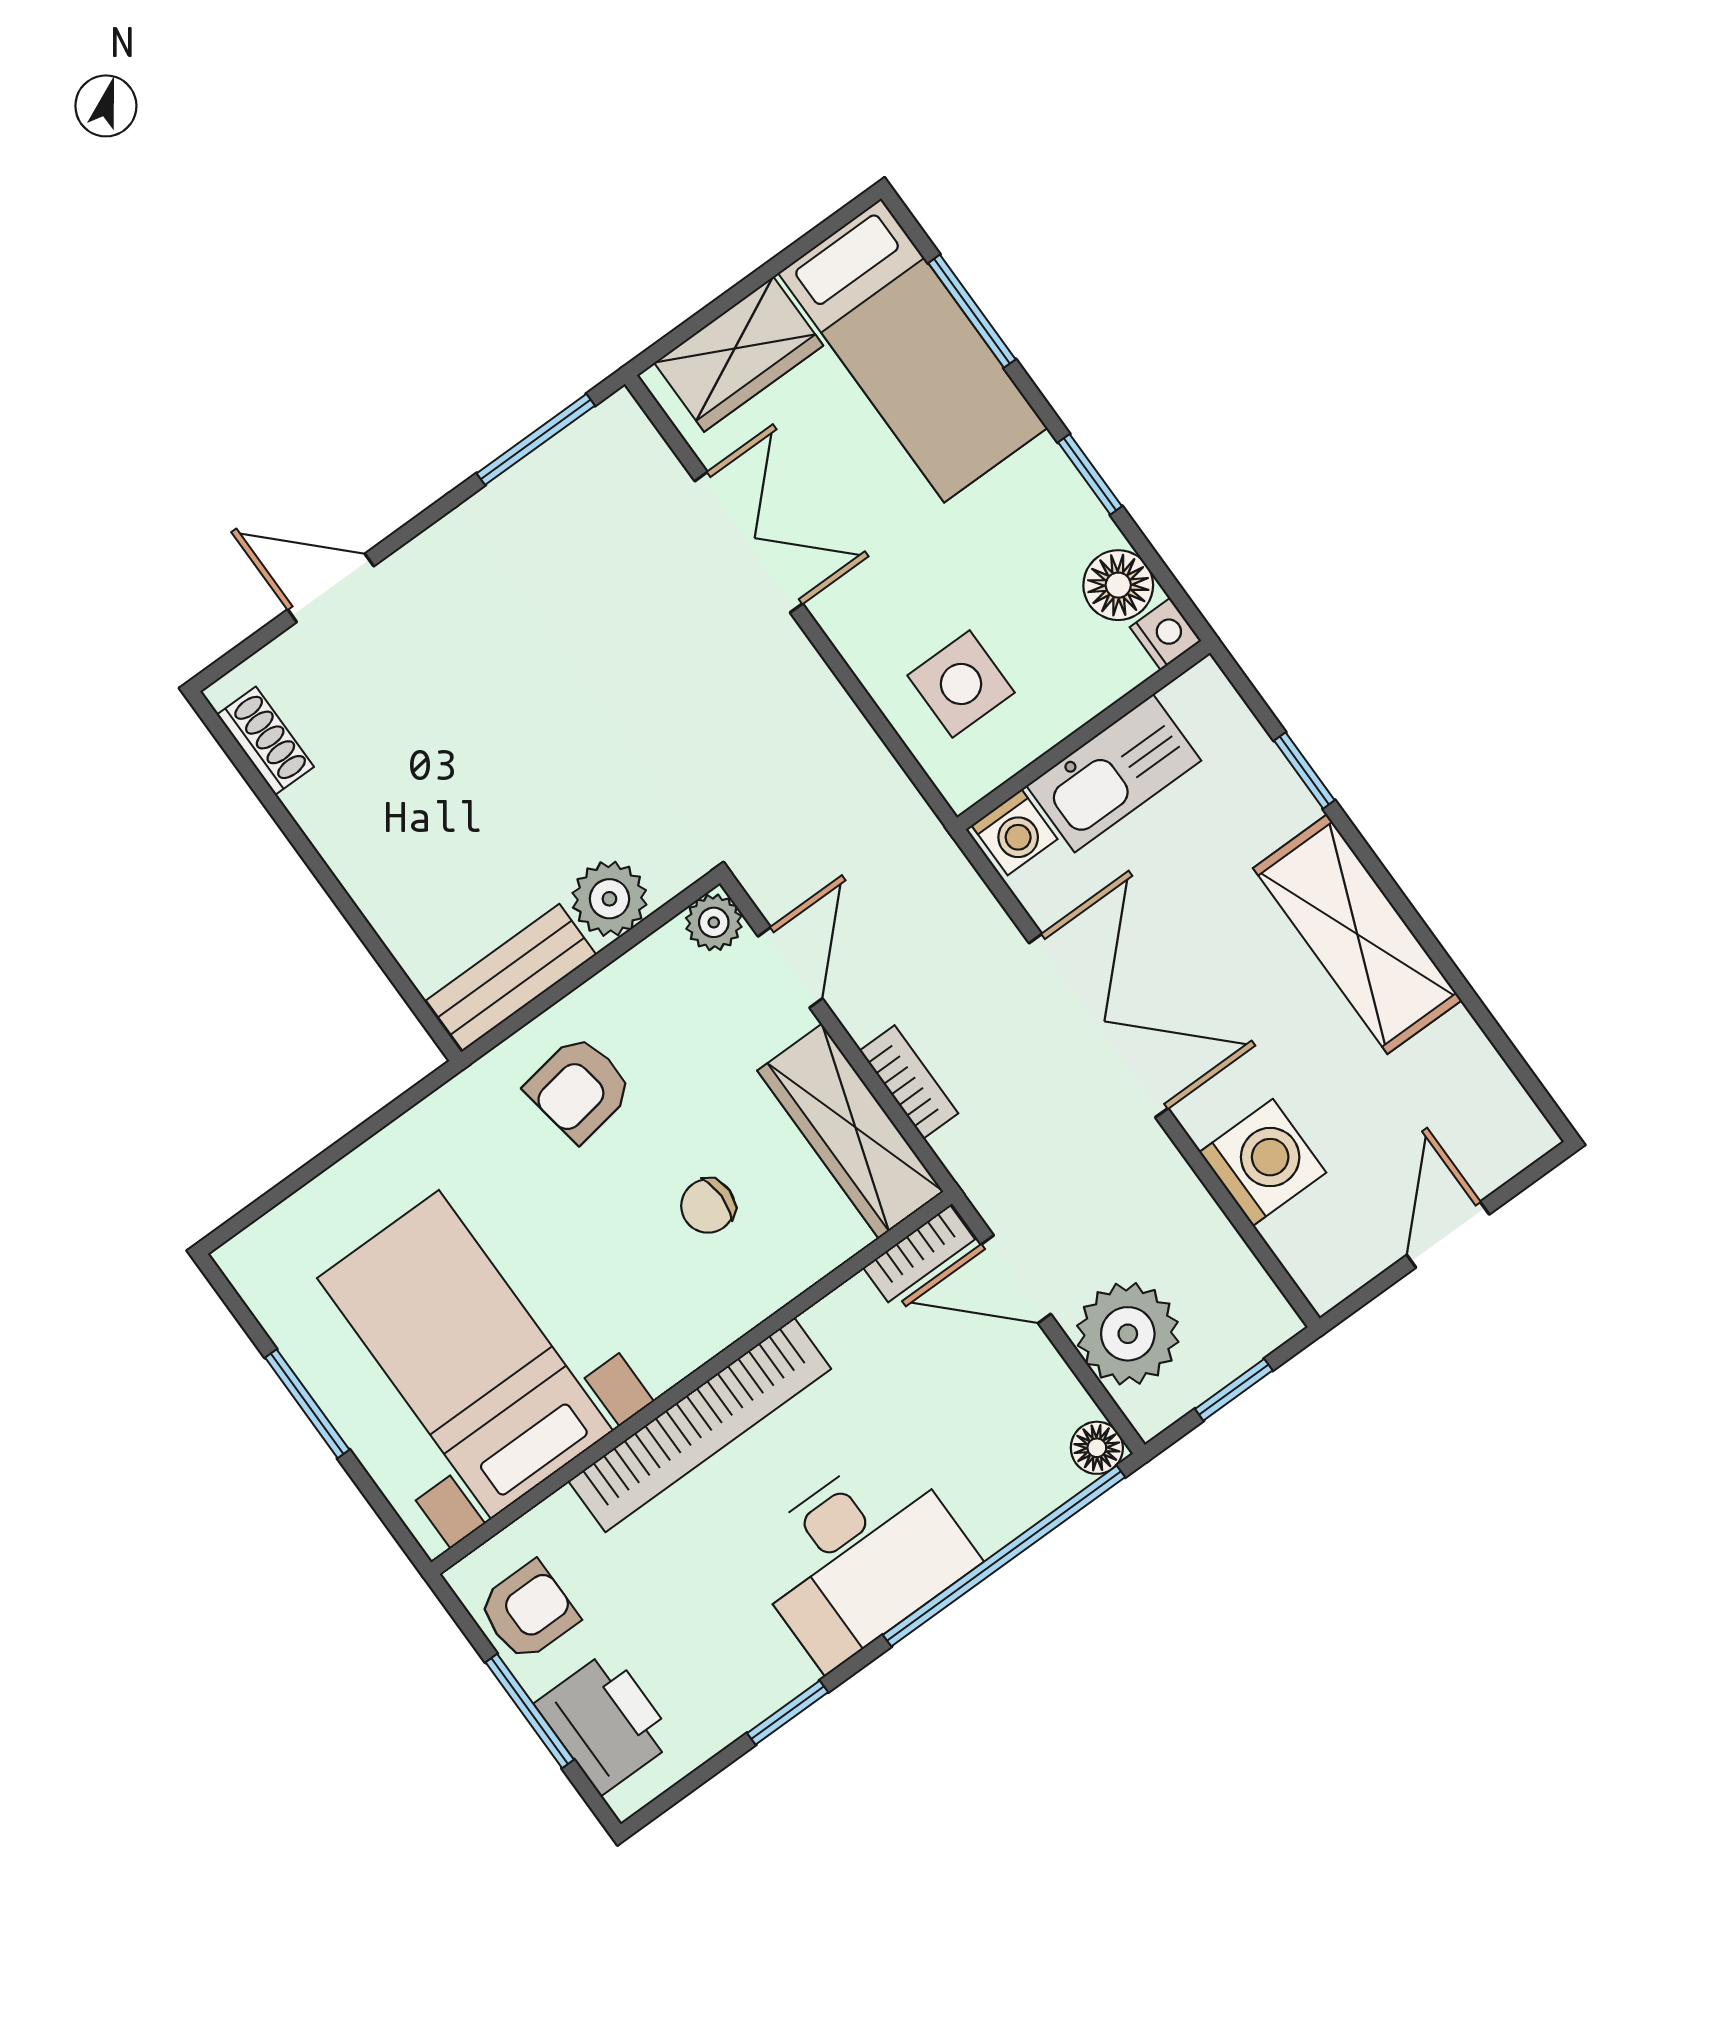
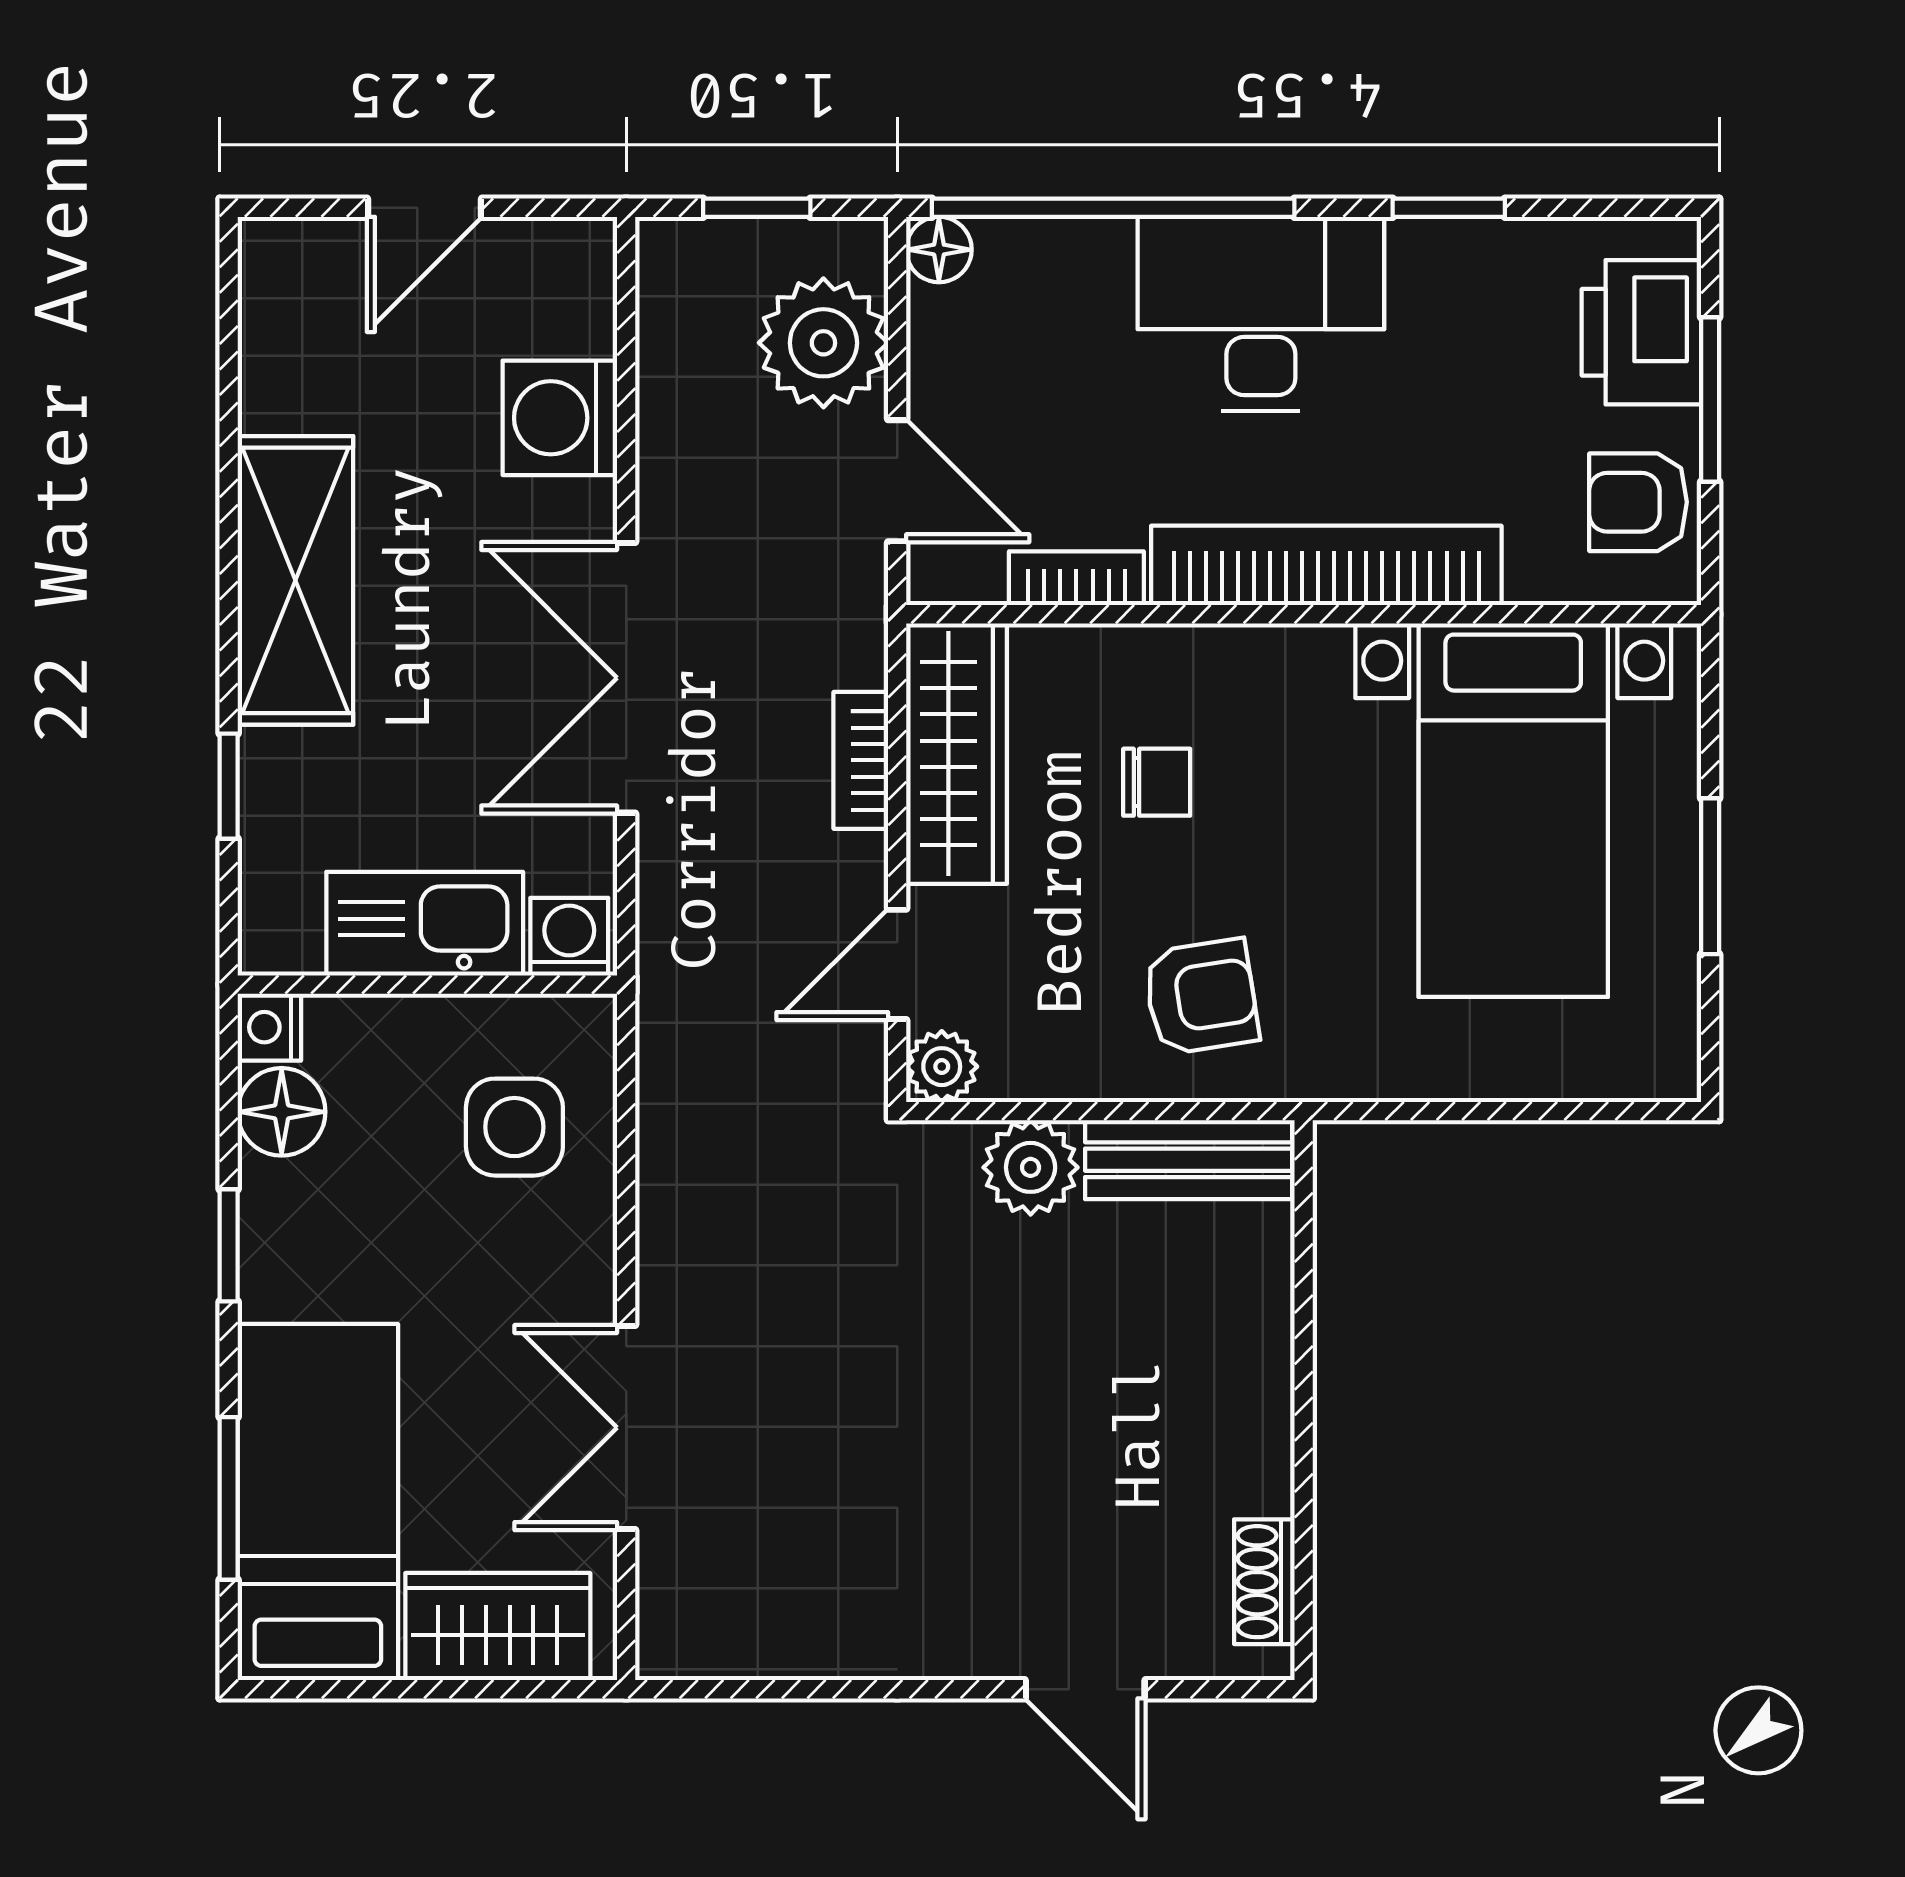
window: (536, 439) -> (767, 1689), removed
bookcase: (919, 1254) -> (1076, 578), moved

